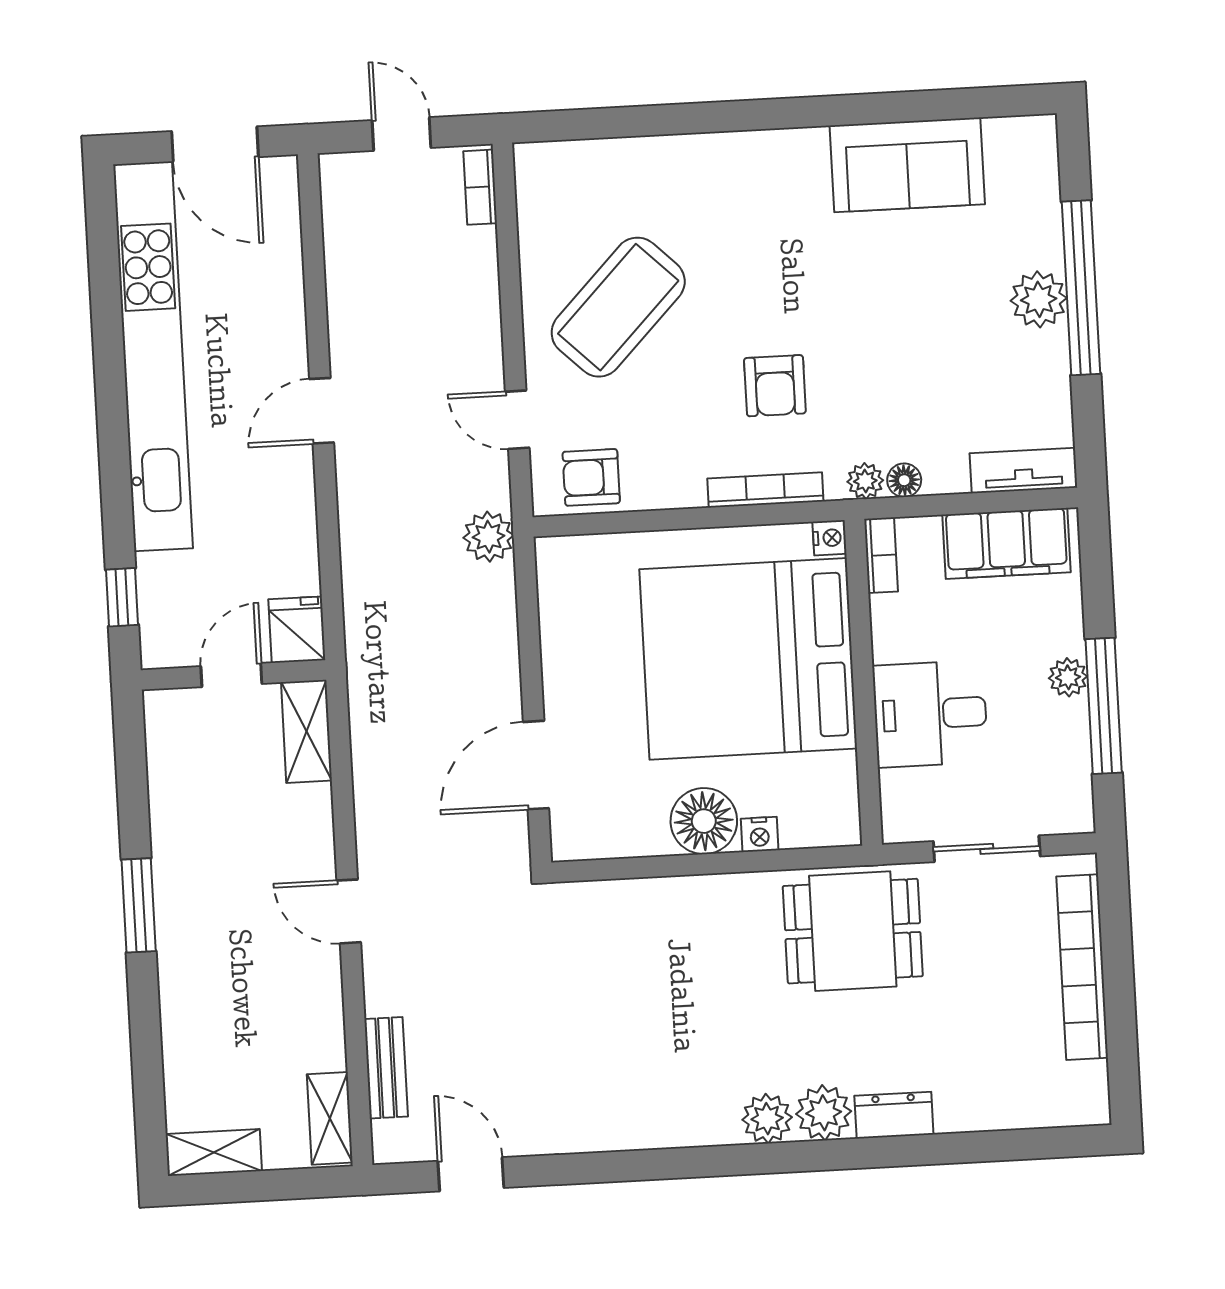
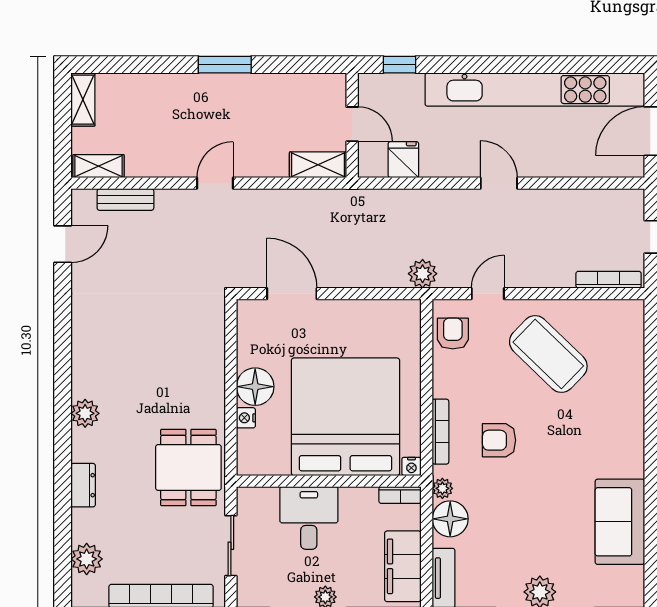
bookcase: (480, 187) -> (609, 280), width x1.56
floor lamp: (904, 480) -> (450, 519), width x1.89, depth x1.89
fridge: (297, 630) -> (403, 160), moved, turned -90
plant: (824, 1113) -> (87, 559), moved

